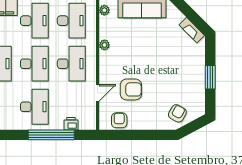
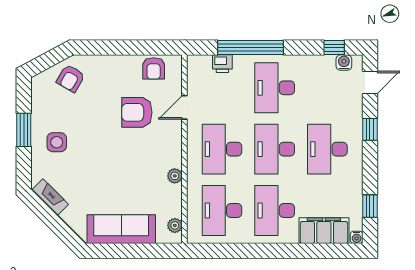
side table: (187, 69) -> (57, 142), added

